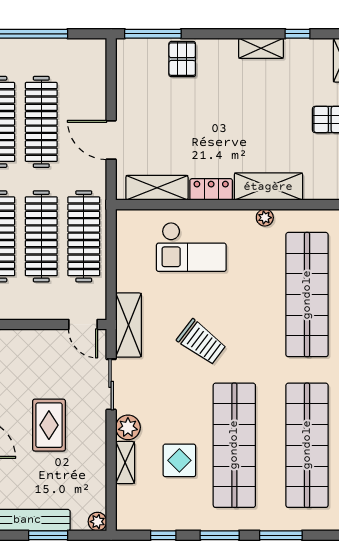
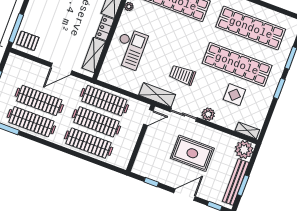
pallet: (182, 59) -> (28, 41), moved
trolley: (201, 342) -> (183, 75), moved, turned -127
rug: (49, 425) -> (192, 153), width x1.36, depth x1.43
shelving: (125, 463) -> (247, 130), moved
plant: (97, 522) -> (244, 150), width x1.88, depth x1.88
window: (48, 535) -> (243, 185), moved
window: (163, 535) -> (269, 117), removed

